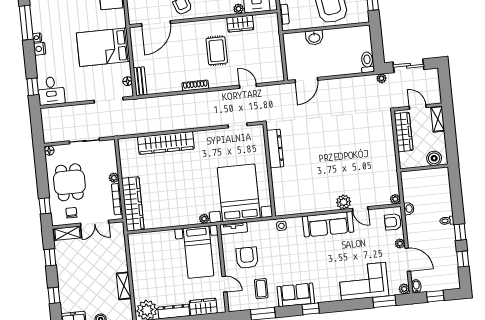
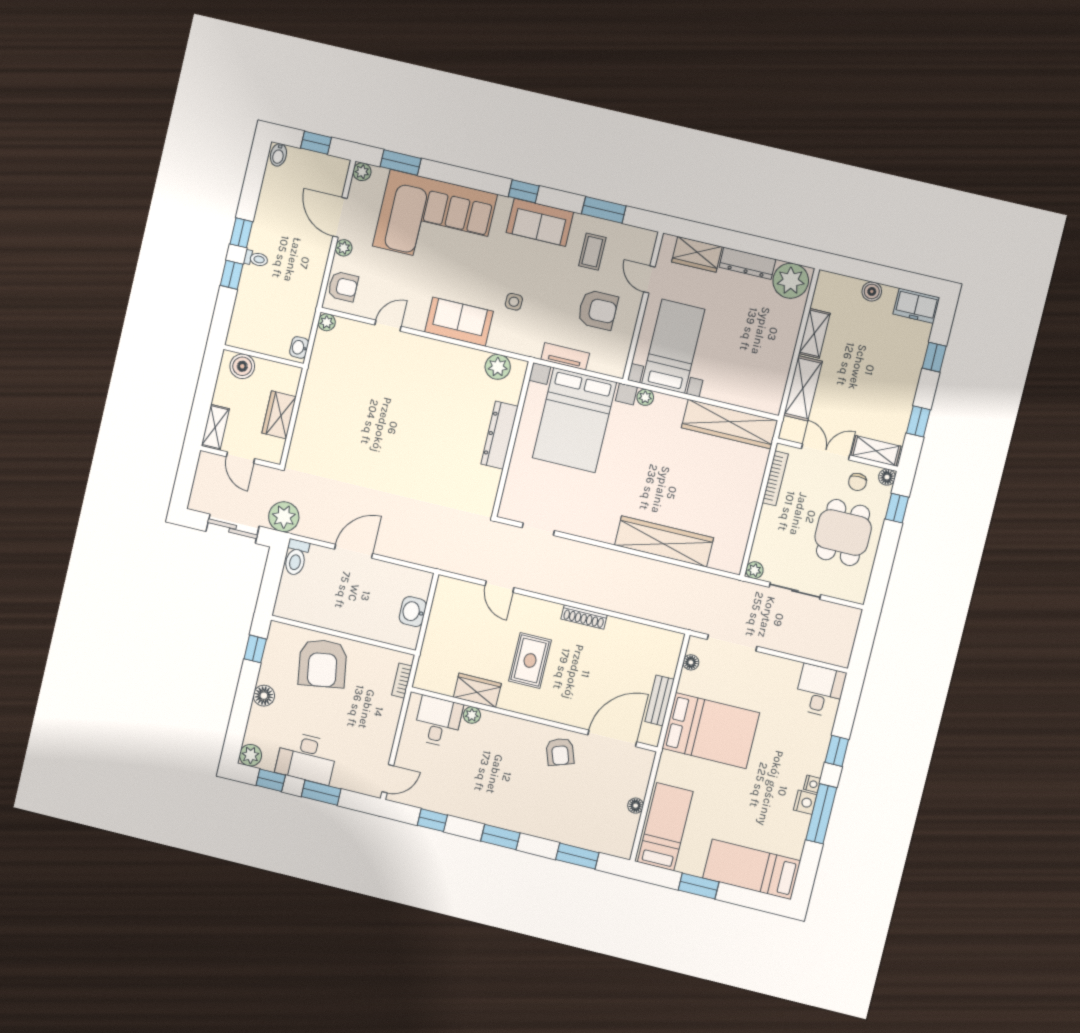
washbasin: (314, 38) -> (413, 612), moved, turned -90
nightstand: (40, 49) -> (805, 802), moved
plant: (382, 78) -> (284, 517), width x1.87, depth x1.87
door: (306, 80) -> (354, 551), moved
bench: (140, 81) -> (660, 700), moved
window: (33, 87) -> (837, 751), moved
wardrobe: (404, 132) -> (279, 415), width x0.67
dresser: (275, 149) -> (499, 435), moved
floor lamp: (49, 151) -> (887, 477), moved
plant: (114, 178) -> (755, 570), moved
plant: (344, 202) -> (498, 367), moved
wardrobe: (133, 204) -> (729, 424), moved, turned -90
door: (360, 209) -> (388, 326), hinge flipped
washbasin: (409, 209) -> (299, 347), moved
sofa: (328, 224) -> (459, 322), width x0.73
side table: (281, 226) -> (514, 302), moved
tv unit: (234, 228) -> (565, 356), moved
shelving: (119, 254) -> (803, 388), added
armchair: (247, 258) -> (598, 310), turned -90
window: (463, 259) -> (232, 275), moved
corner sofa: (364, 281) -> (435, 220), width x1.36, depth x1.36
bidet: (416, 286) -> (278, 155), moved

